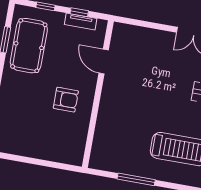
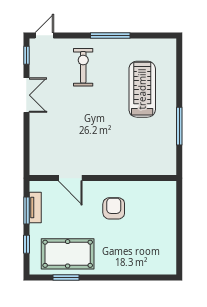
window: (79, 12) -> (26, 210), width x1.50
door: (104, 62) -> (70, 178), hinge flipped

